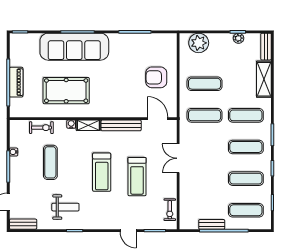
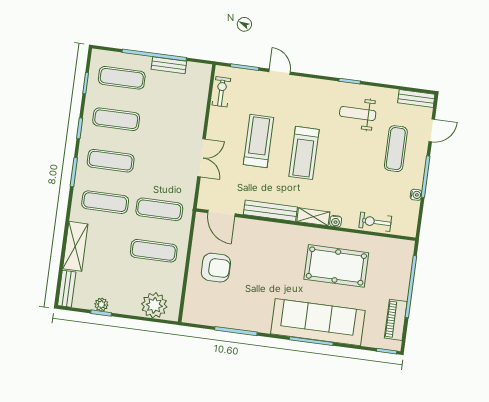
piano: (16, 82) -> (396, 320), moved
exercise mat: (50, 162) -> (396, 149), moved
treadmill: (102, 172) -> (304, 153), turned 180

